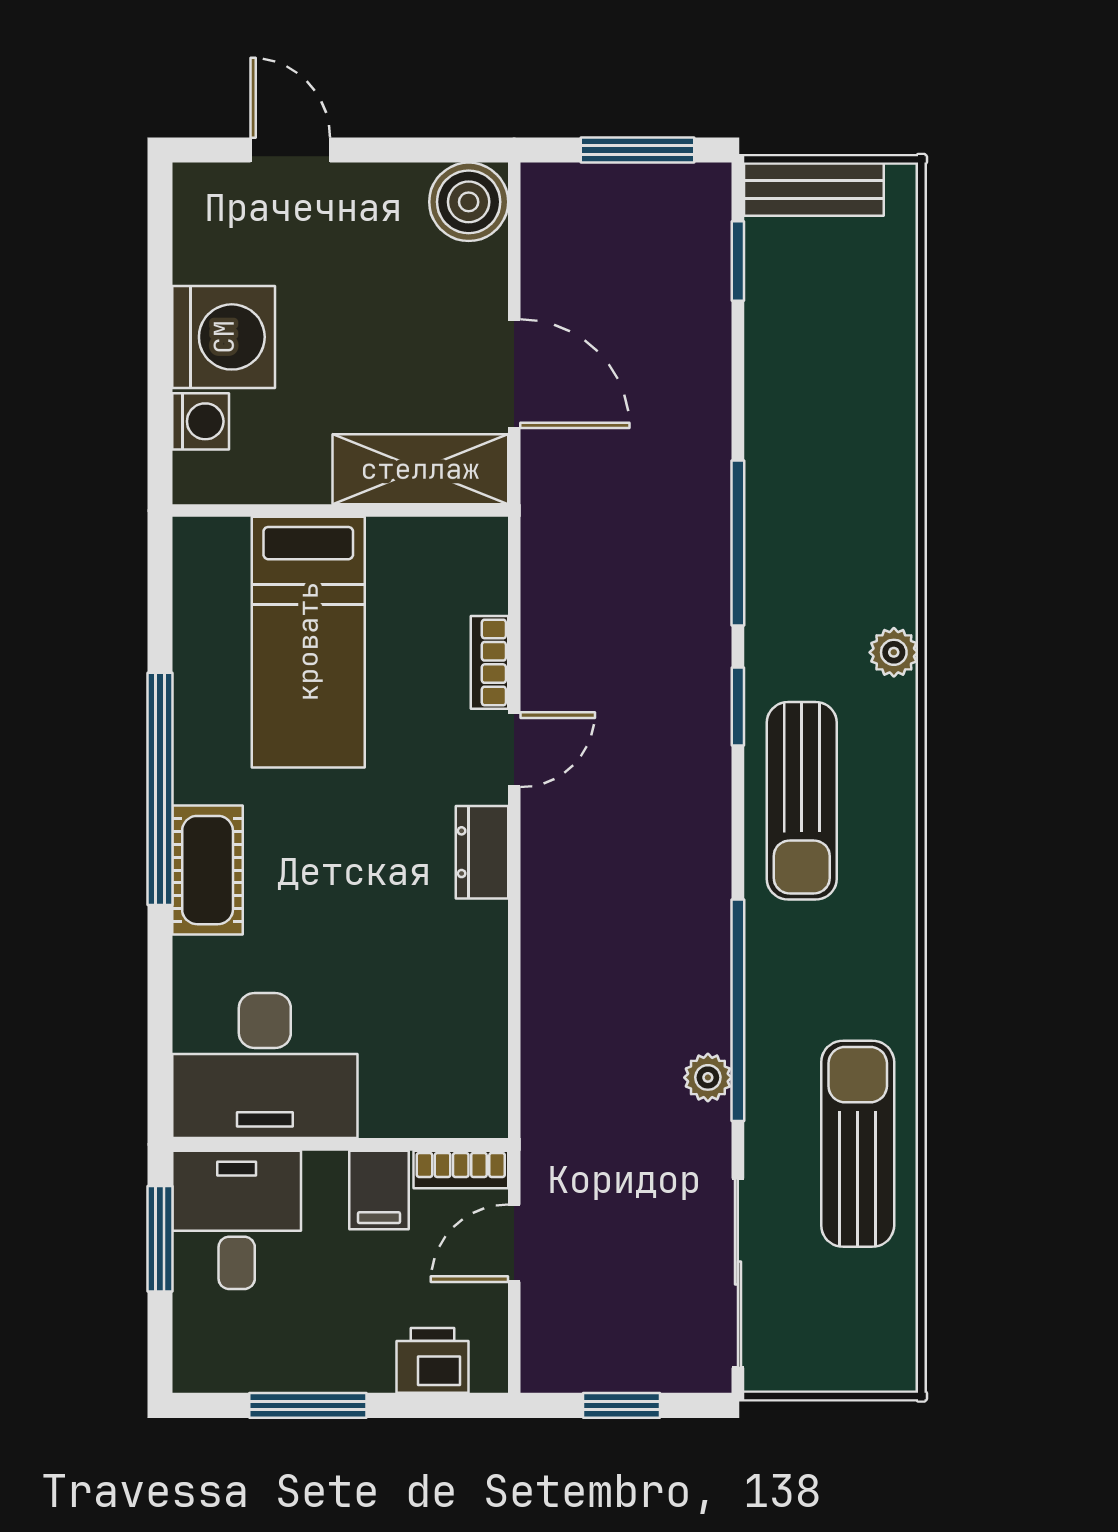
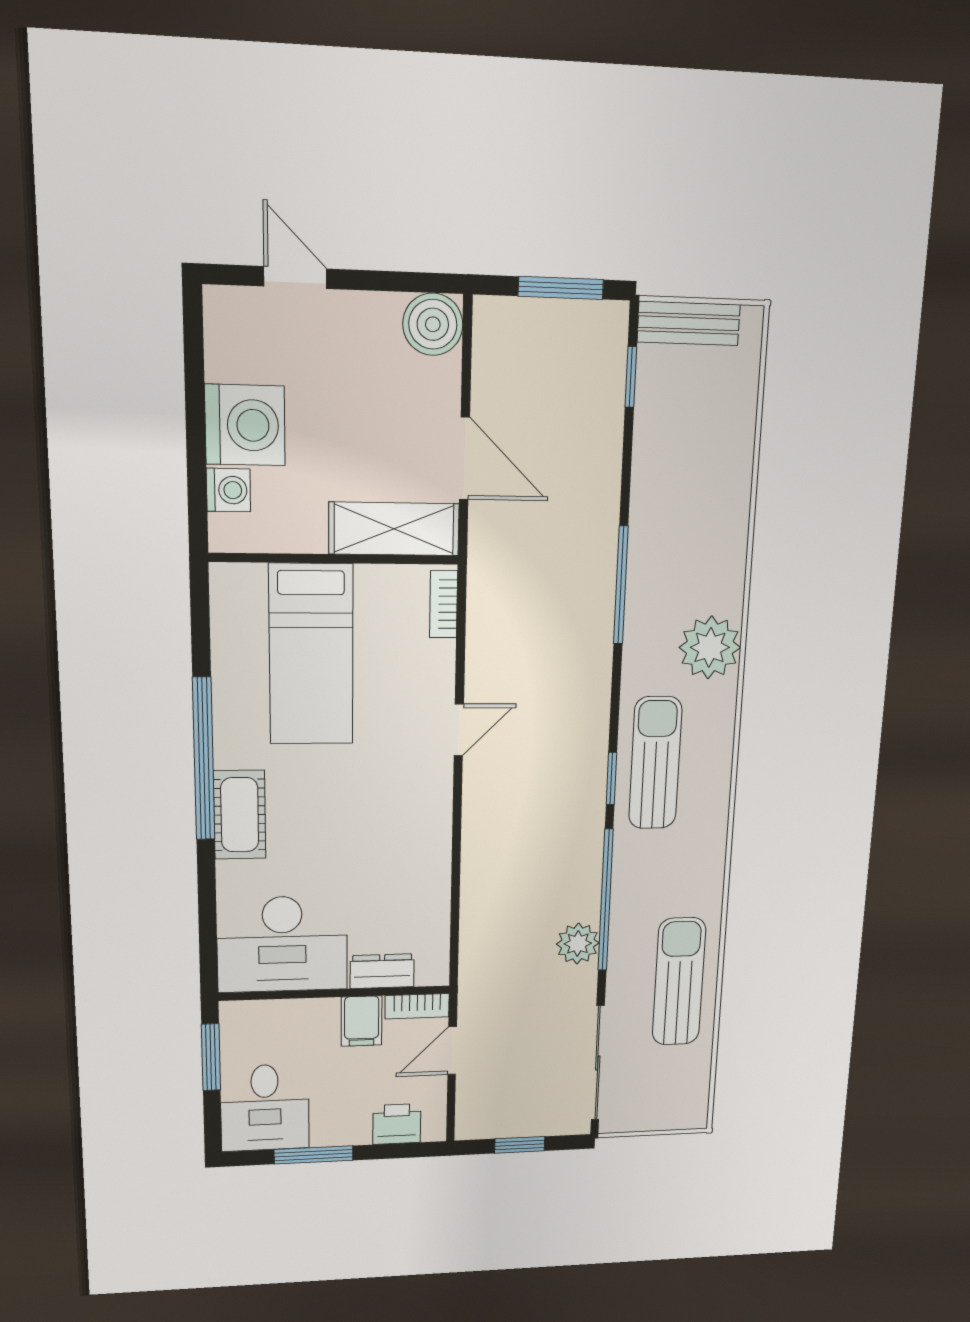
plant: (894, 652) -> (710, 647), width x1.88, depth x1.88
bookcase: (489, 662) -> (444, 604), moved
window: (738, 706) -> (611, 778), moved
sun lounger: (802, 801) -> (655, 763), turned 180
dresser: (482, 852) -> (382, 971), moved, turned 90
plant: (708, 1077) -> (578, 944), width x1.38, depth x1.38
desk: (237, 1220) -> (265, 1108), moved, turned 180

